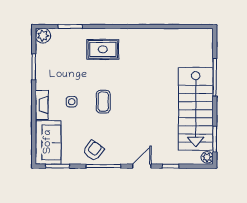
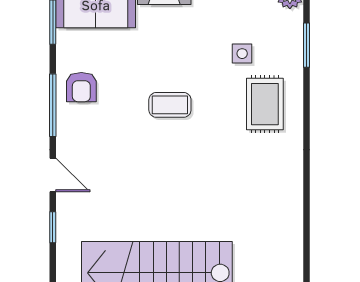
side table: (72, 102) -> (242, 54), moved
armchair: (93, 150) -> (81, 87), turned 53

